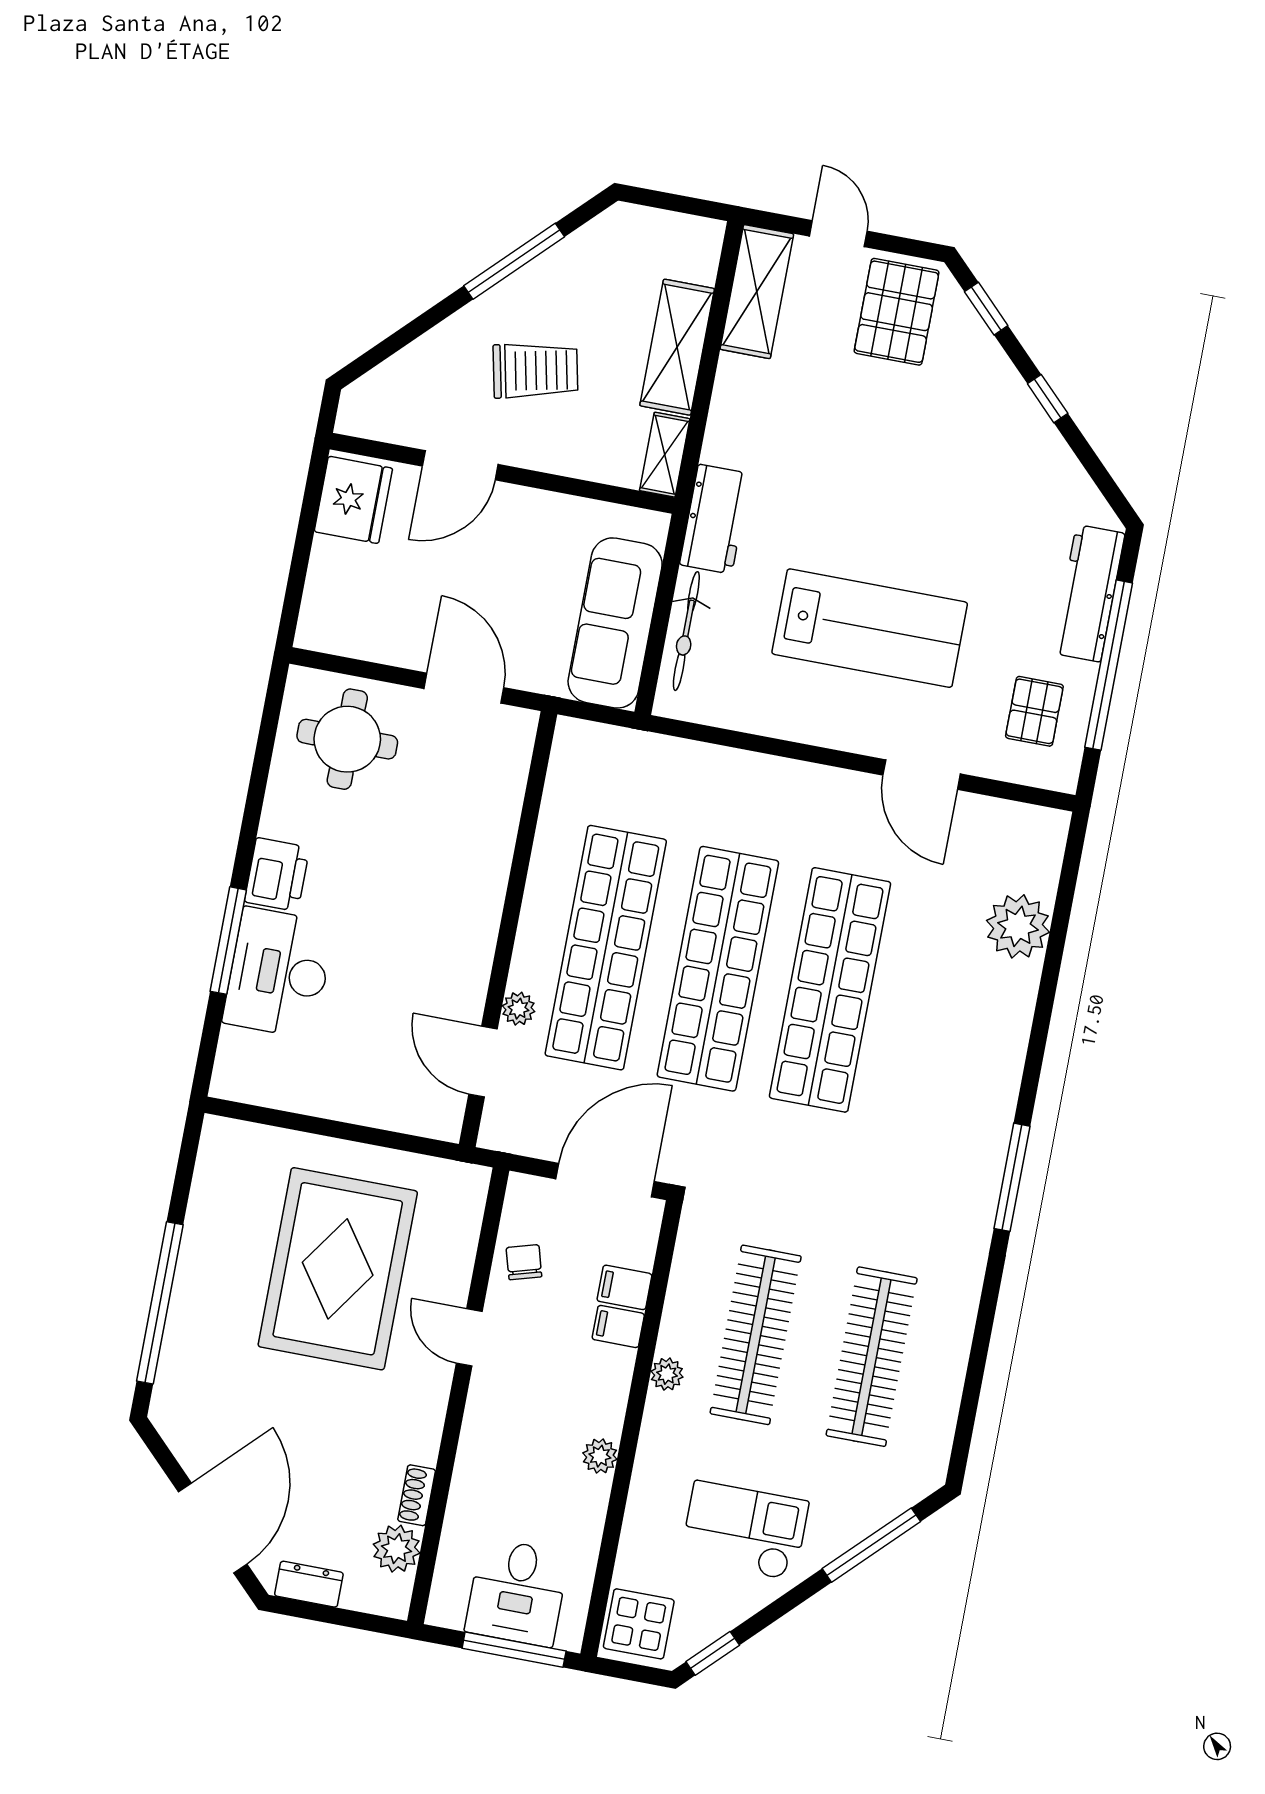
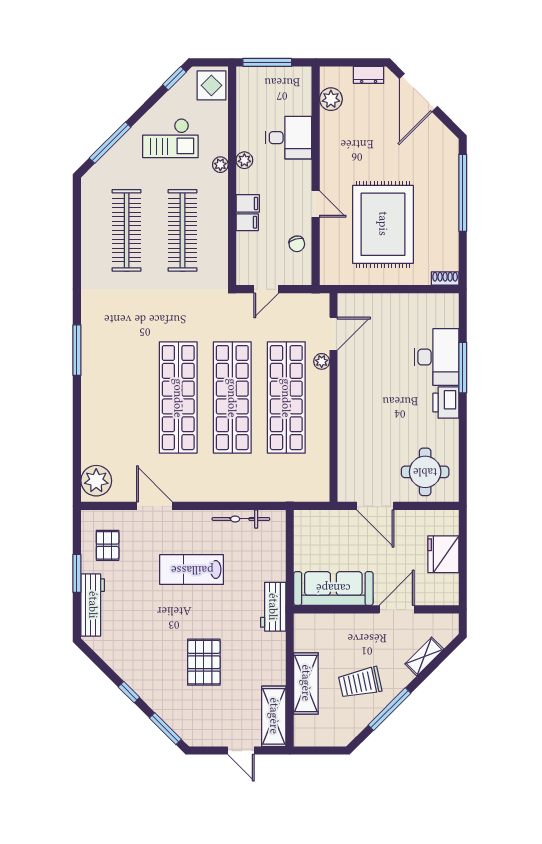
window: (986, 309) -> (165, 729), width x1.50
pallet: (897, 312) -> (204, 662), moved
trolley: (535, 371) -> (360, 683), moved
shelving: (665, 455) -> (424, 657), moved, turned 45
fridge: (353, 500) -> (443, 554), moved
sofa: (615, 623) -> (333, 588), moved, turned -90
lab bench: (870, 628) -> (192, 570), width x0.73, depth x0.72
bicycle: (686, 631) -> (241, 519), moved, turned -90
window: (1109, 665) -> (77, 573), width x0.47
plant: (1018, 926) -> (96, 481), moved
door: (483, 1062) -> (334, 334), hinge flipped
window: (1012, 1177) -> (77, 350), moved
door: (605, 1180) -> (266, 289), width x0.53
filing cabinet: (624, 1287) -> (248, 203), moved
plant: (667, 1374) -> (220, 165), moved
shoe rack: (417, 1495) -> (445, 279), moved, turned -90
desk: (517, 1592) -> (289, 138), moved, turned 90

